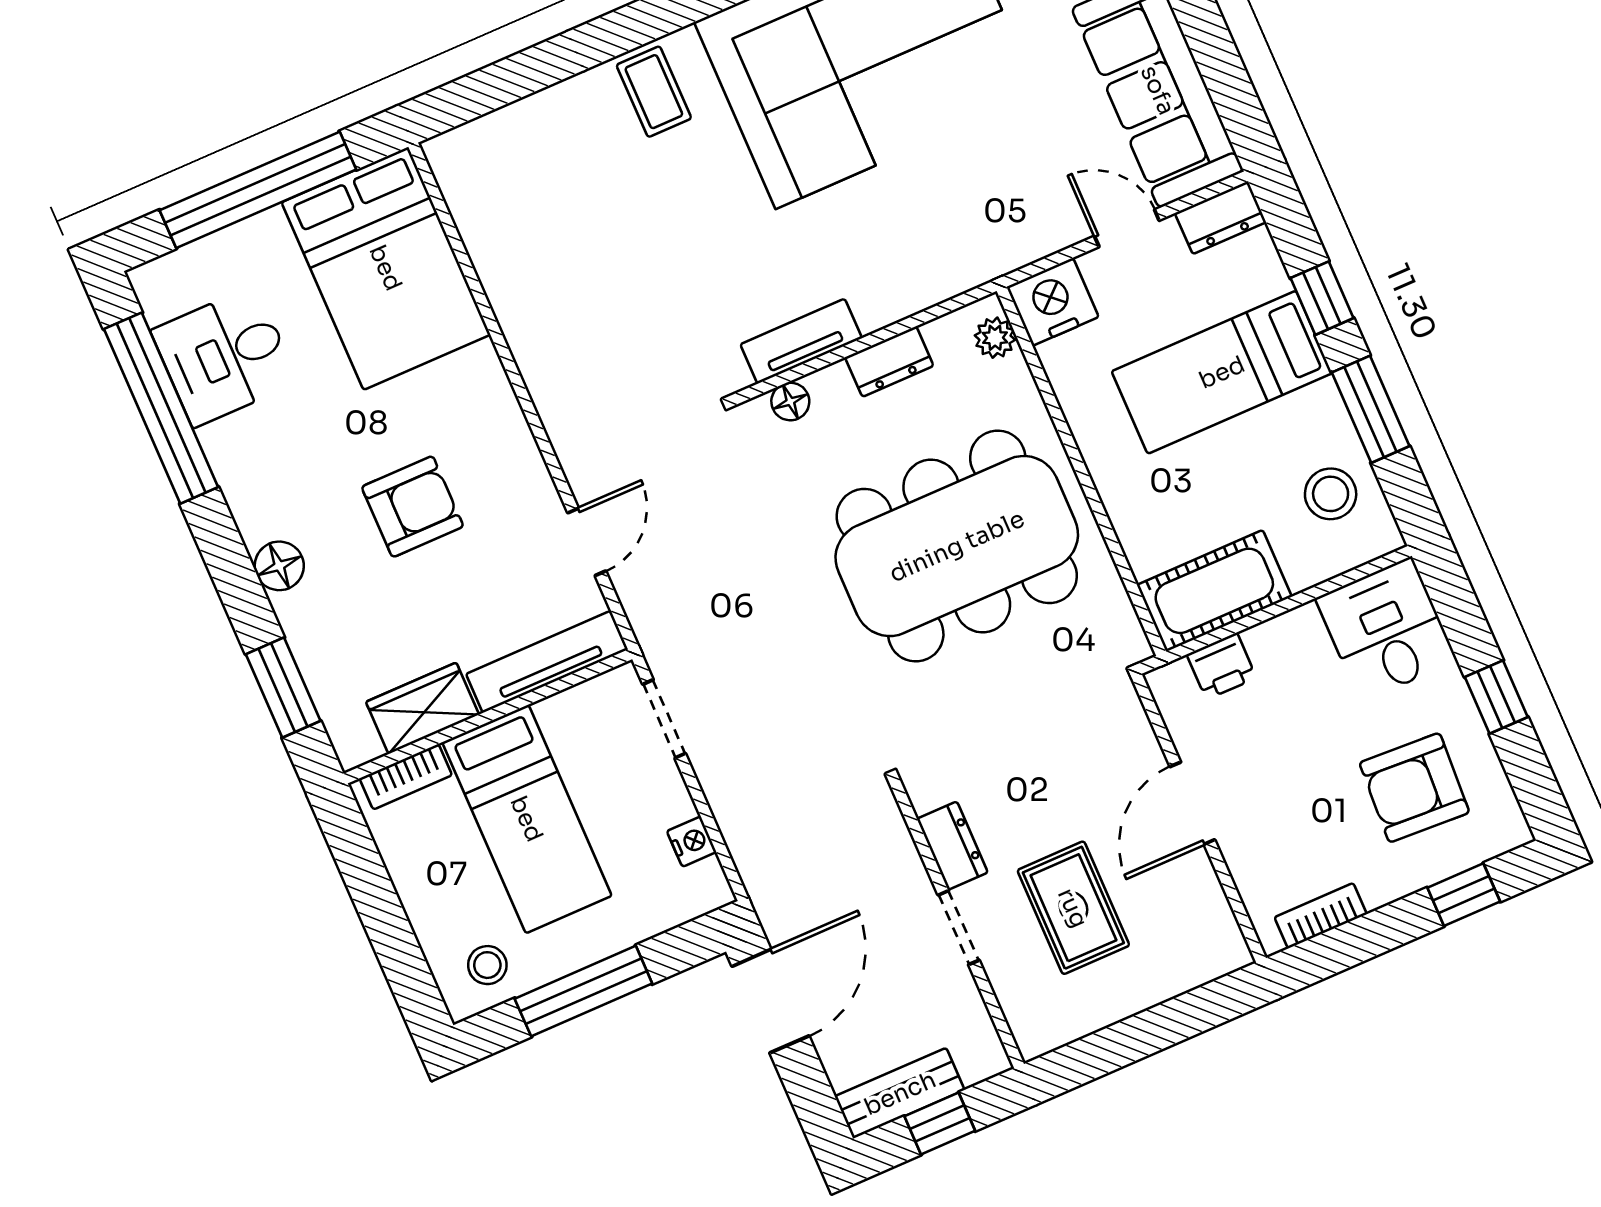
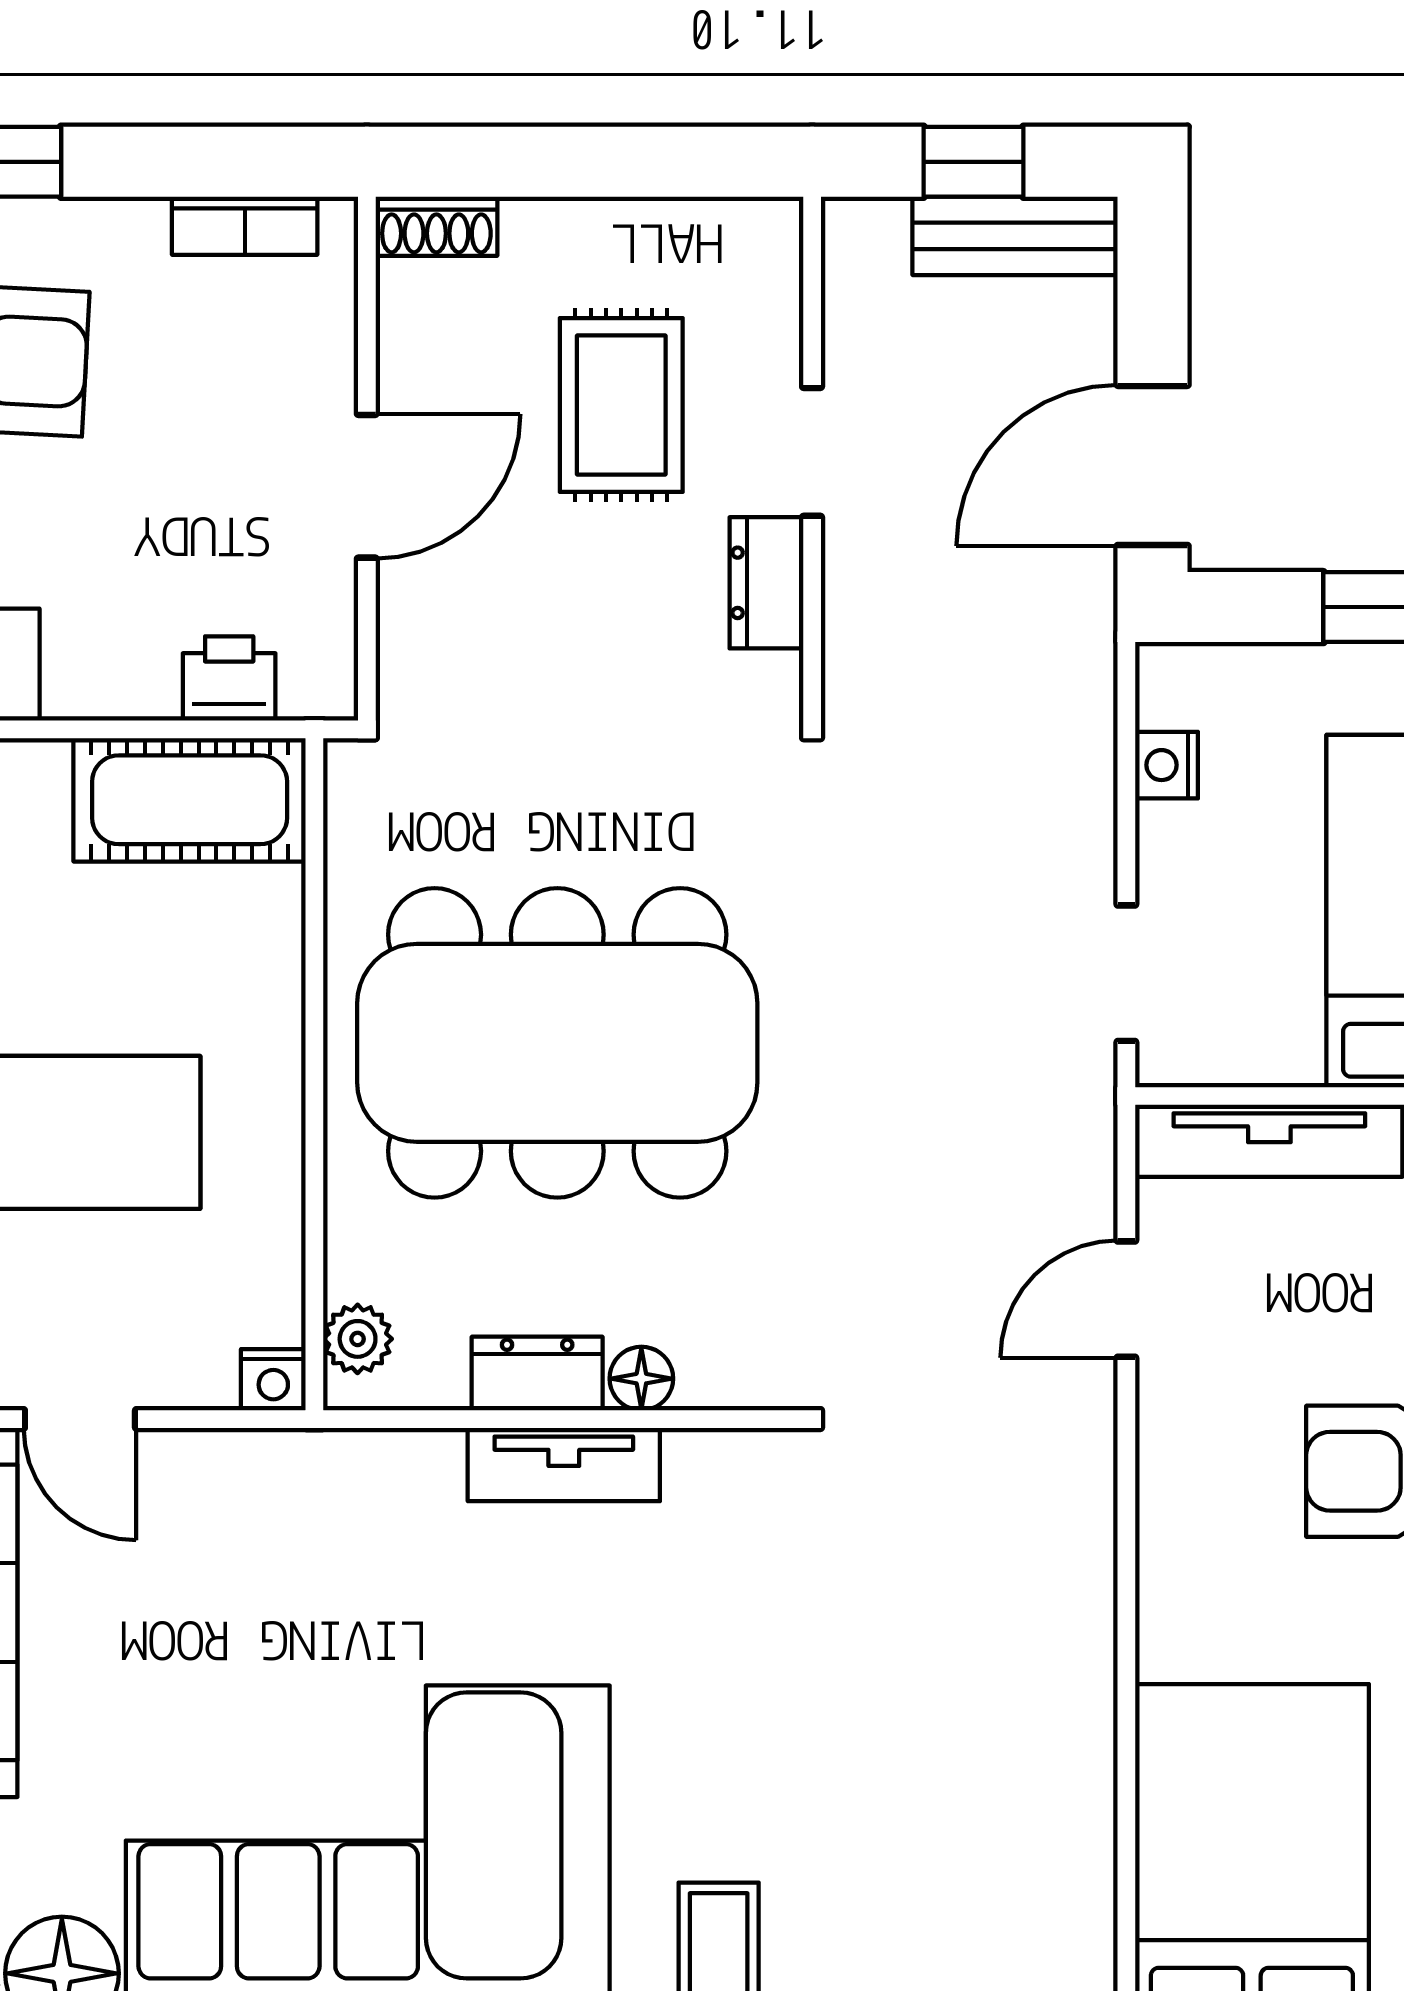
nightstand: (1053, 302) -> (273, 1380), width x0.53, depth x0.56
tv unit: (801, 341) -> (564, 1464), moved
floor lamp: (790, 402) -> (641, 1379), moved
shoe rack: (1216, 961) -> (436, 226), added

